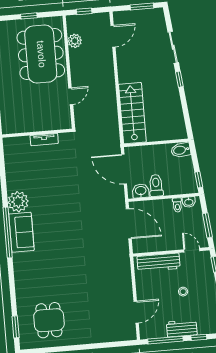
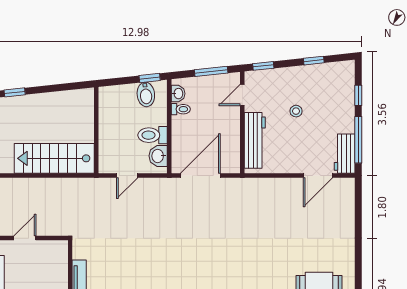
door: (71, 96) -> (25, 238), hinge flipped
bidet: (181, 150) -> (146, 94), moved
door: (124, 169) -> (127, 175), width x0.53
door: (136, 312) -> (318, 175), swing flipped
workbench: (182, 328) -> (345, 154), moved

